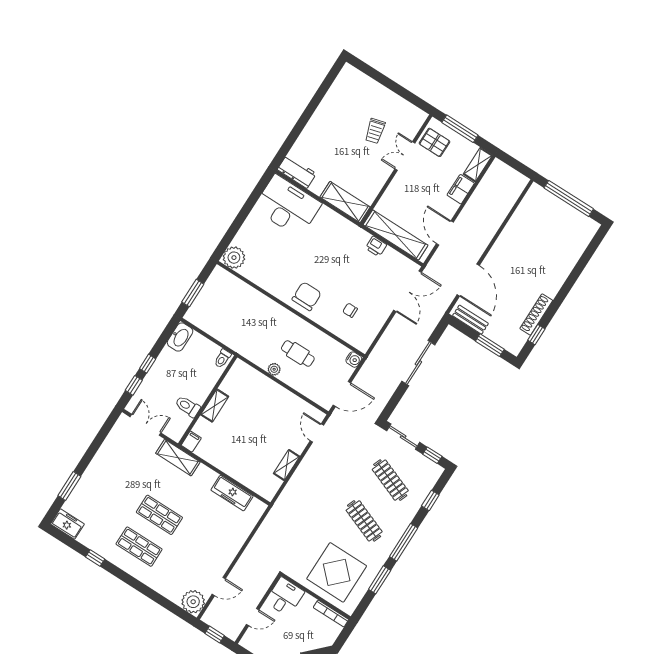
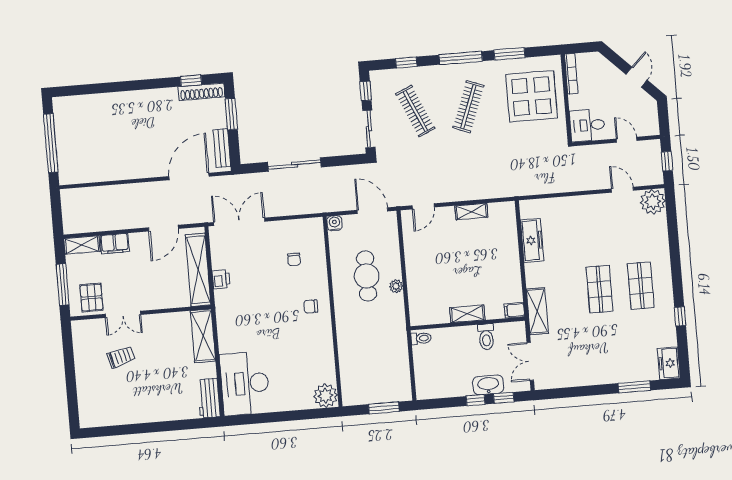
chair: (307, 296) -> (311, 306), width x0.54, depth x0.54
shoe rack: (536, 314) -> (201, 92), moved
washbasin: (180, 337) -> (488, 385), moved
cafe table: (298, 353) -> (367, 276), width x1.37, depth x1.35
clothes rail: (390, 480) -> (415, 111), turned -45

